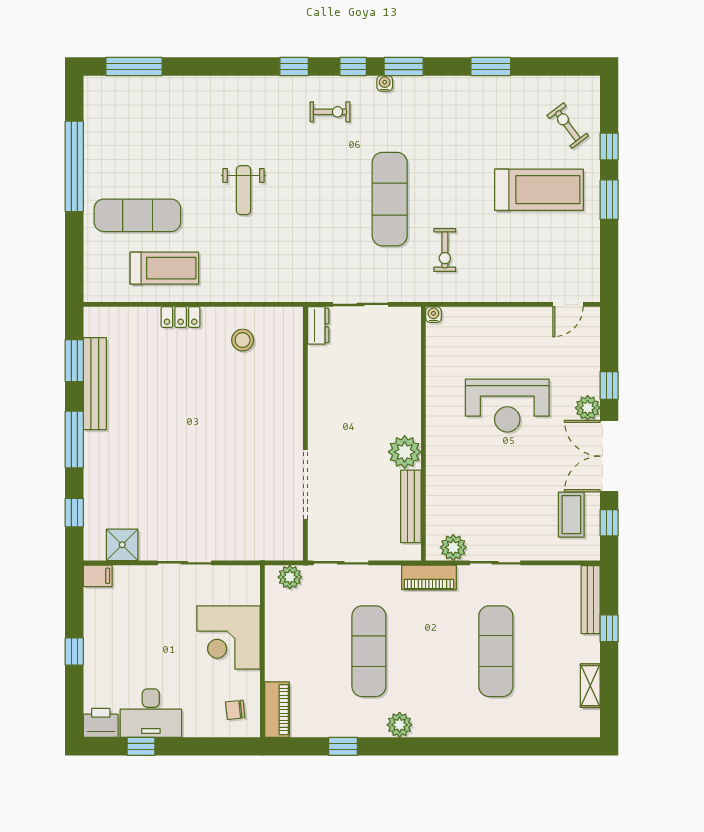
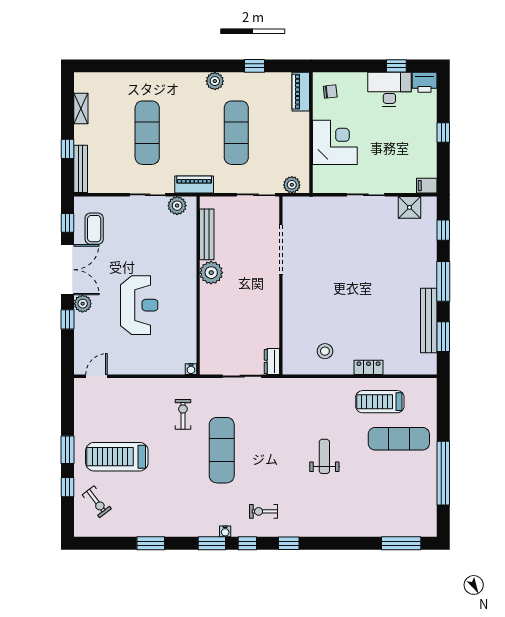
reception desk: (507, 406) -> (139, 305), turned 90

